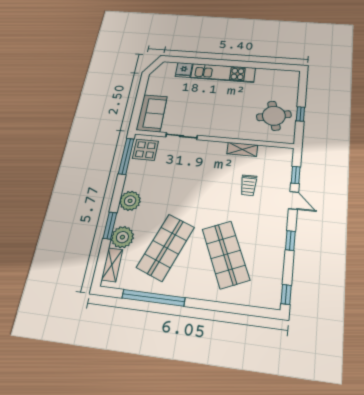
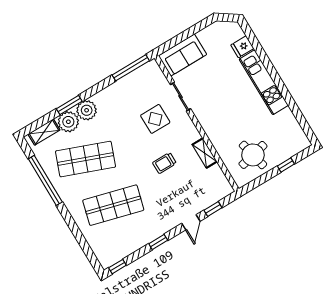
window: (300, 114) -> (286, 165), moved
display table: (145, 150) -> (155, 119), moved
trolley: (248, 185) -> (164, 163), moved
plant: (130, 201) -> (87, 110), moved
shop shelf: (226, 254) -> (113, 205), turned 39

